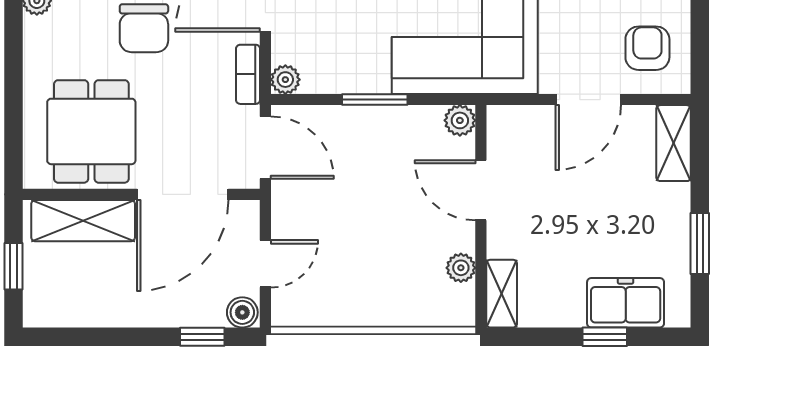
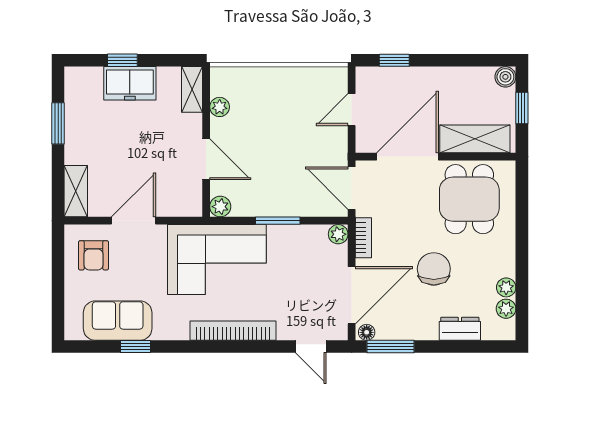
freezer: (626, 303) -> (130, 83), moved
boiler: (242, 312) -> (505, 77), moved

